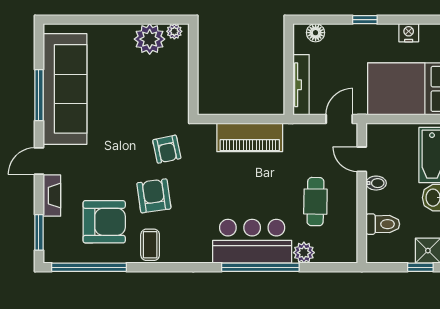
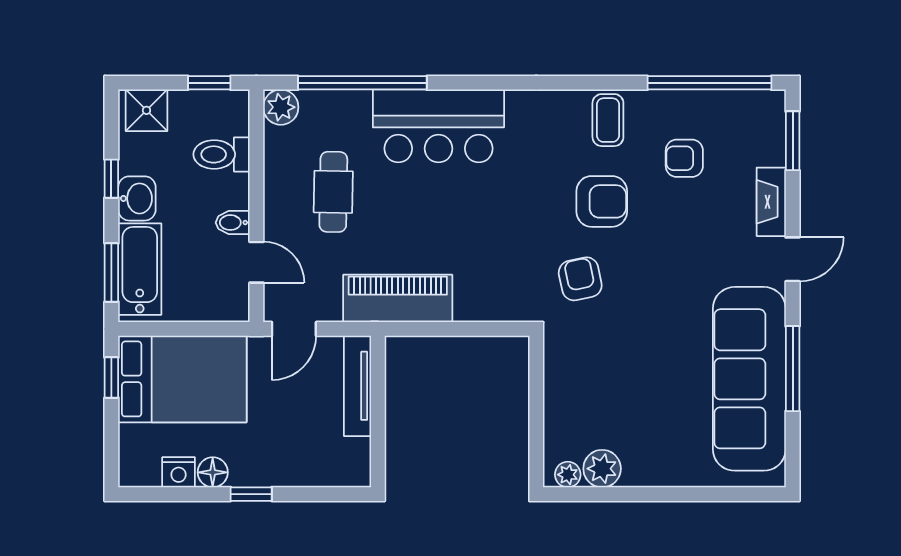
floor lamp: (316, 33) -> (213, 472), moved
plant: (150, 39) -> (602, 469), width x0.73, depth x0.73
piano: (250, 137) -> (398, 298), moved
armchair: (154, 196) -> (602, 201), turned -82
armchair: (104, 222) -> (684, 158), width x0.53, depth x0.53
plant: (304, 253) -> (281, 107), moved
window: (260, 267) -> (362, 83), moved
window: (420, 267) -> (209, 83), moved

